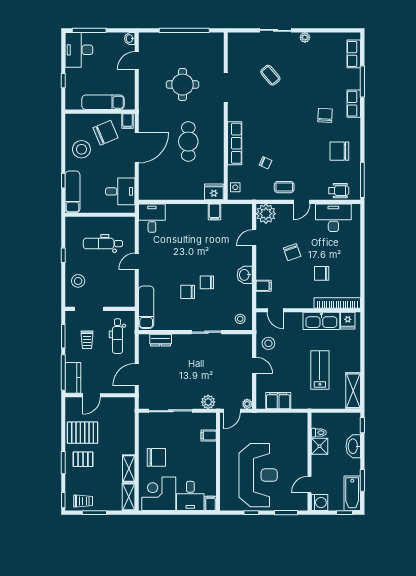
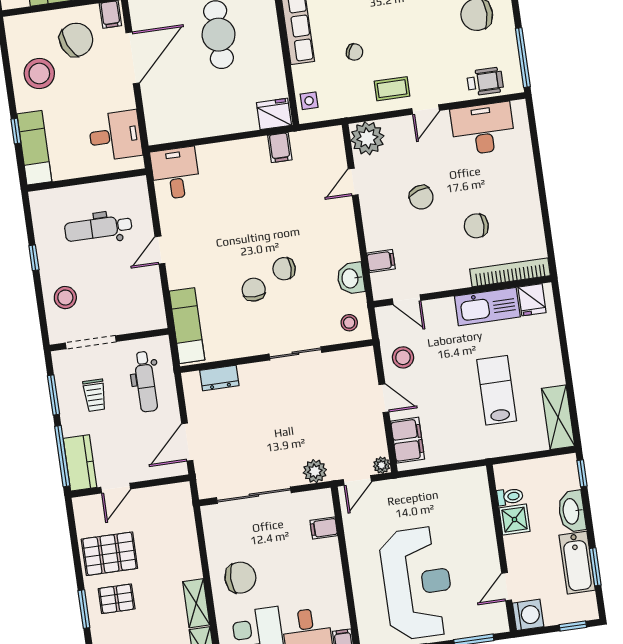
washbasin: (245, 275) -> (351, 278), moved
chair: (188, 292) -> (254, 290), turned 90
filing cabinet: (278, 401) -> (408, 440), moved, turned 90
bathtub: (352, 493) -> (577, 563), moved

